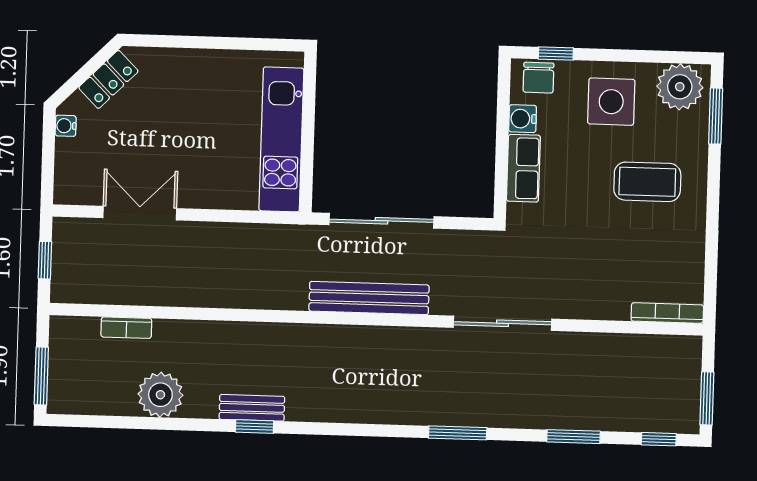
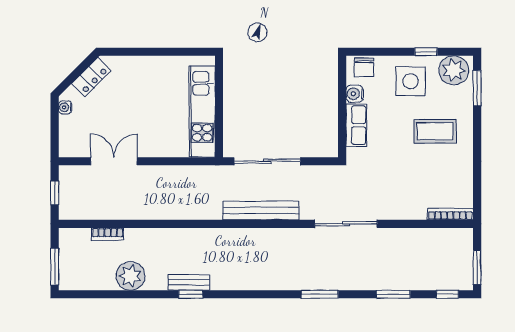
window: (556, 53) -> (426, 52), moved

